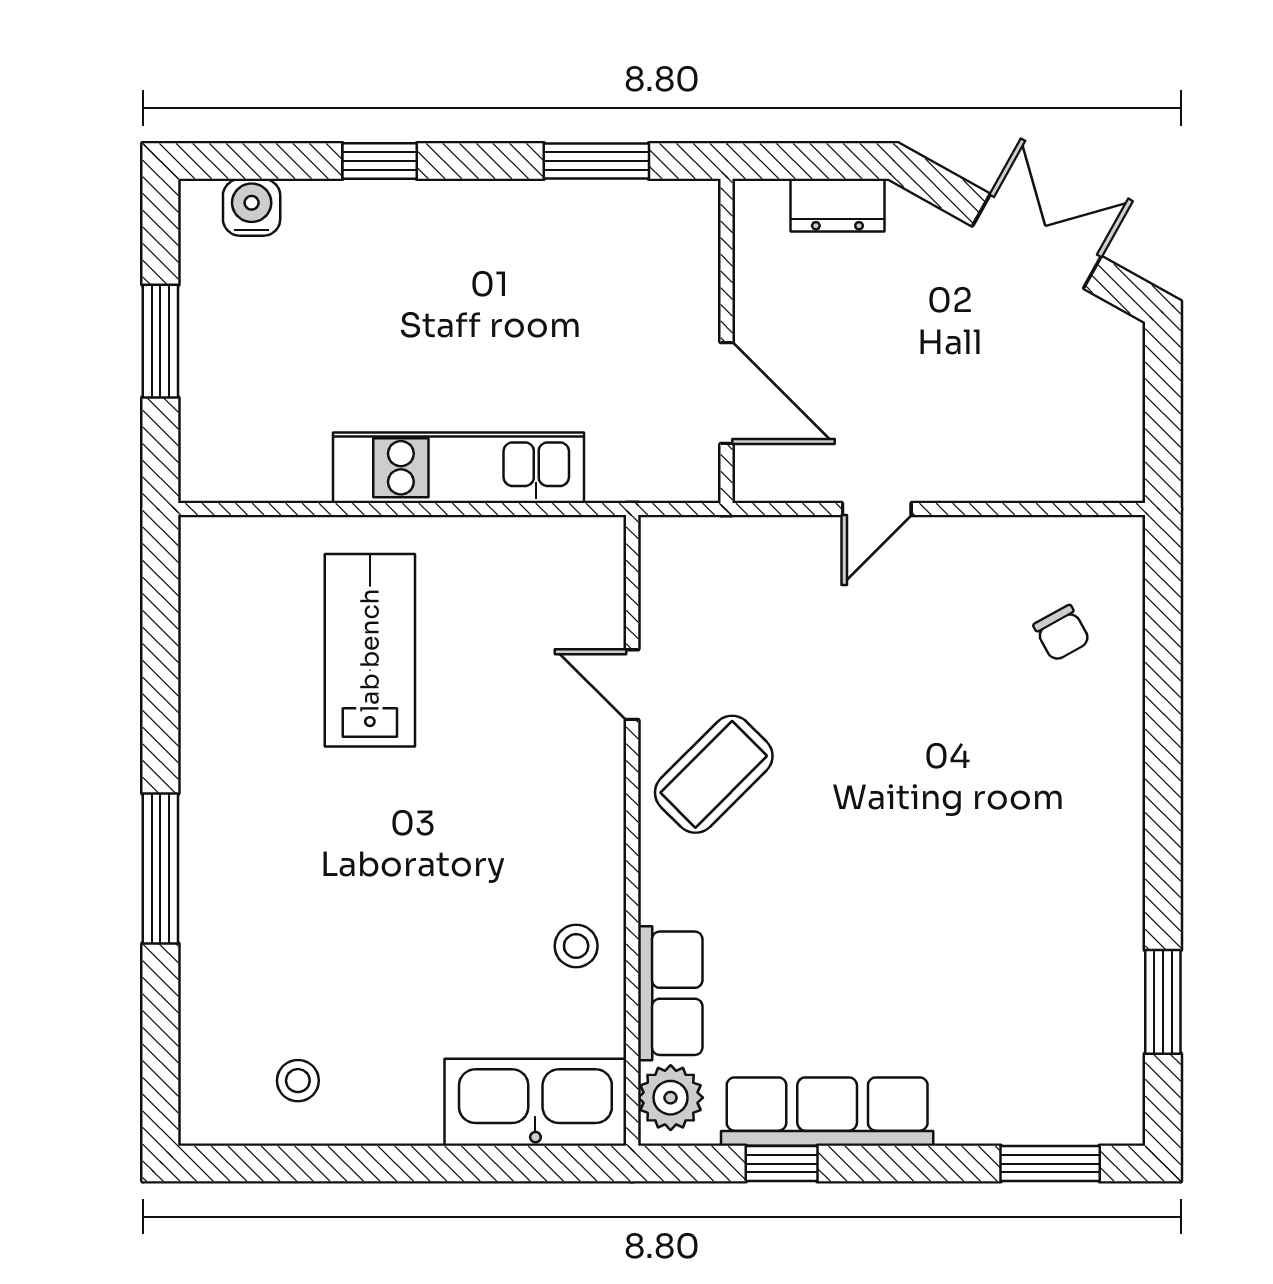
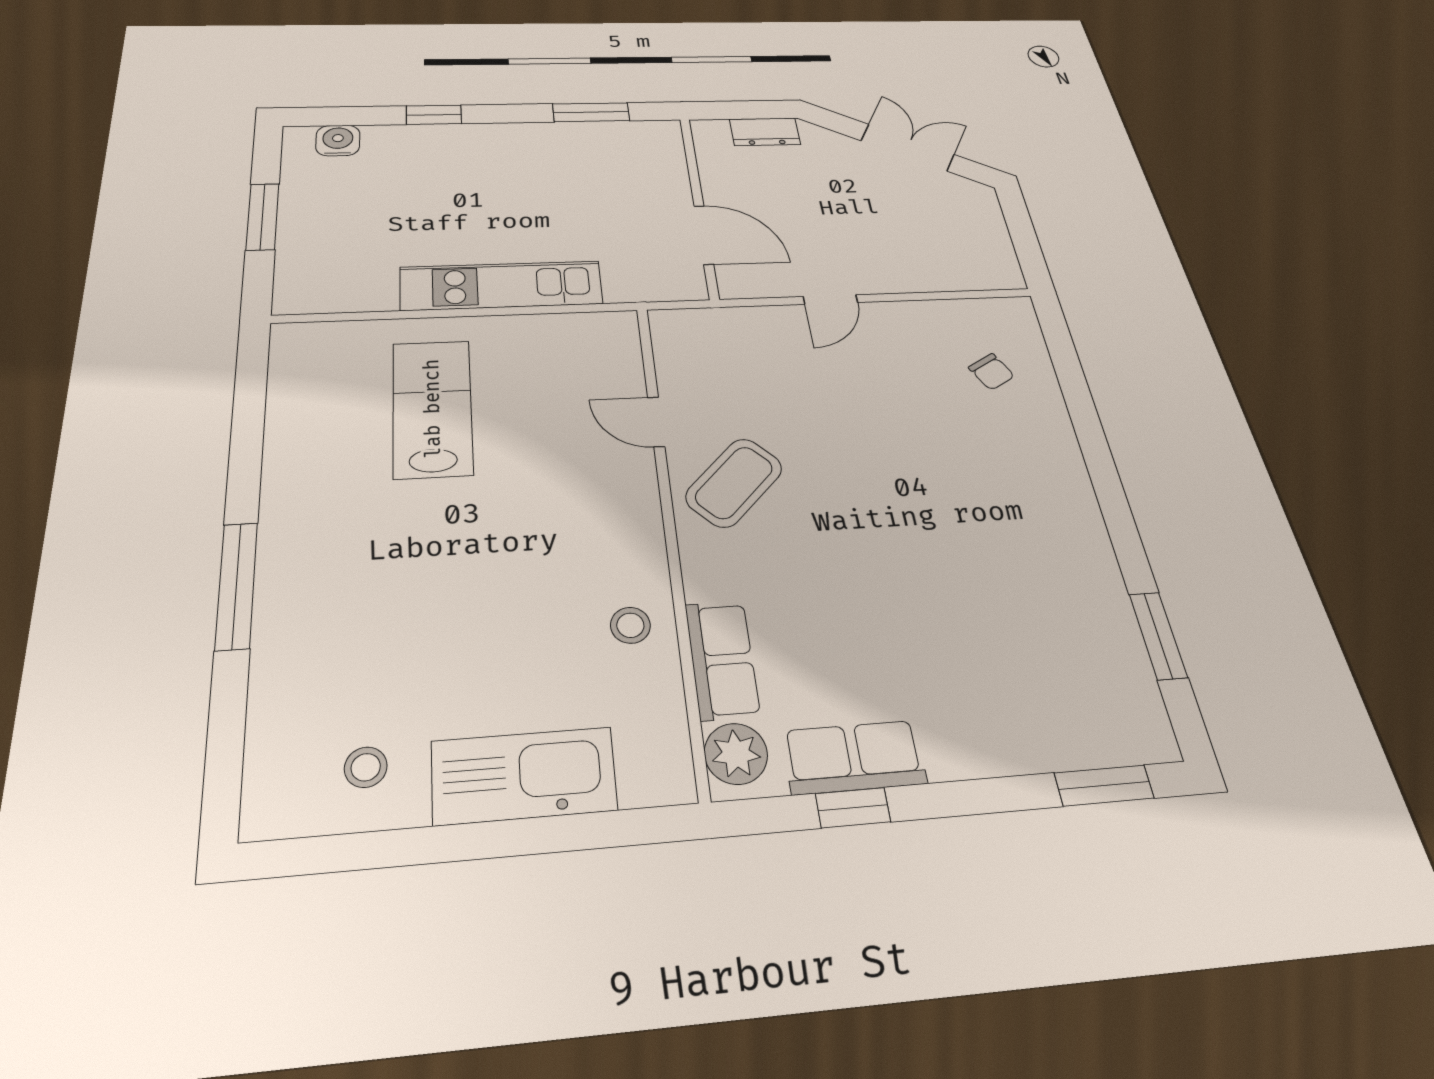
kitchen sink: (535, 1102) -> (524, 776), moved
row of seats: (827, 1112) -> (854, 757), width x0.68

